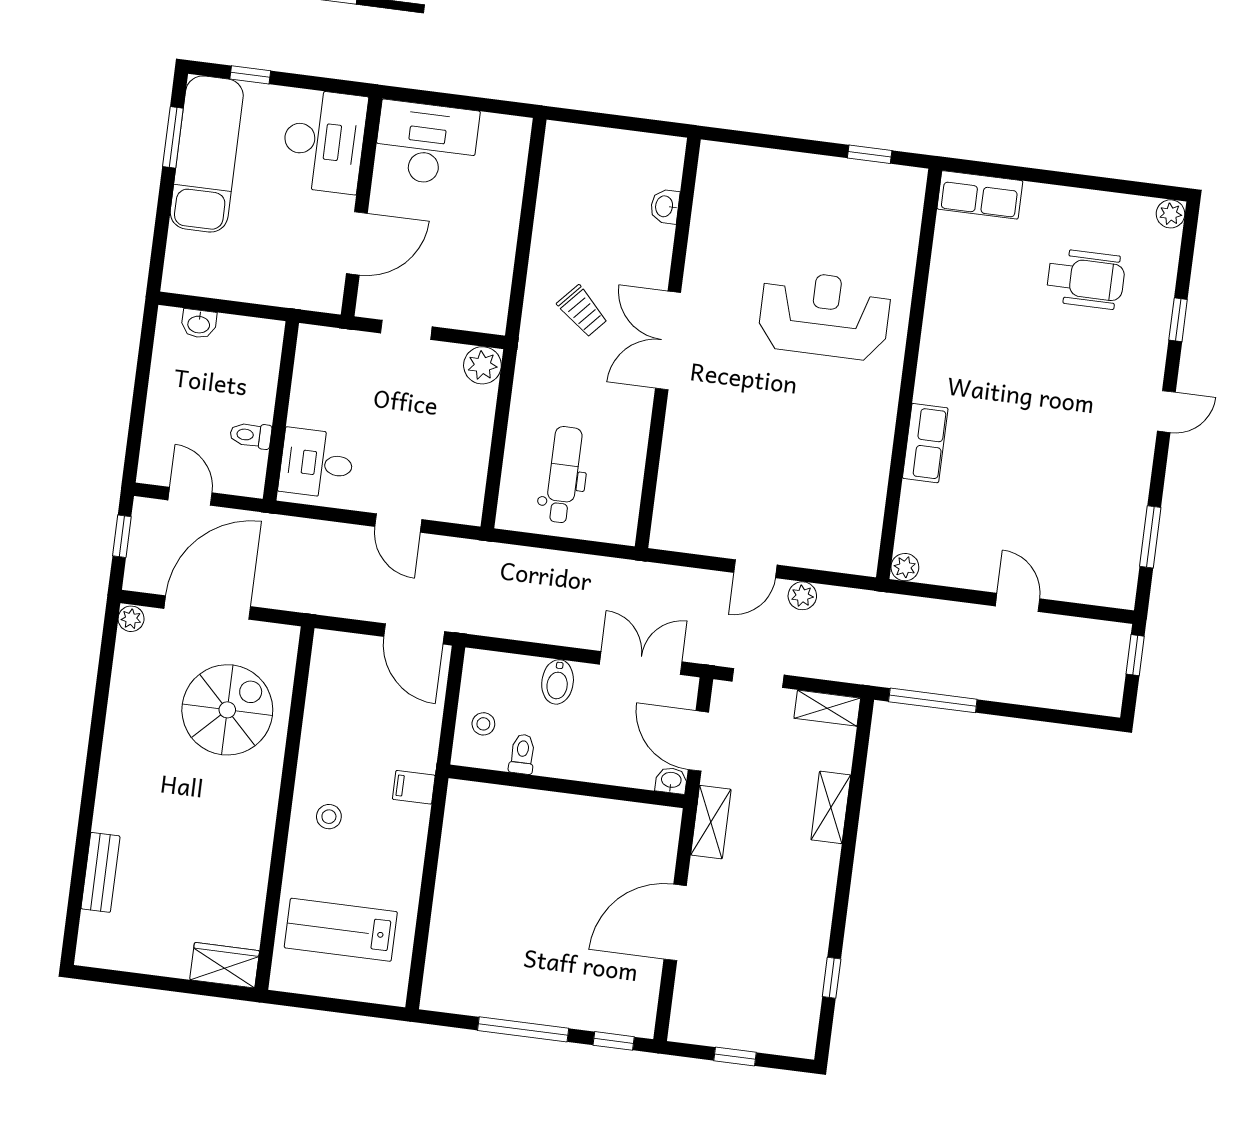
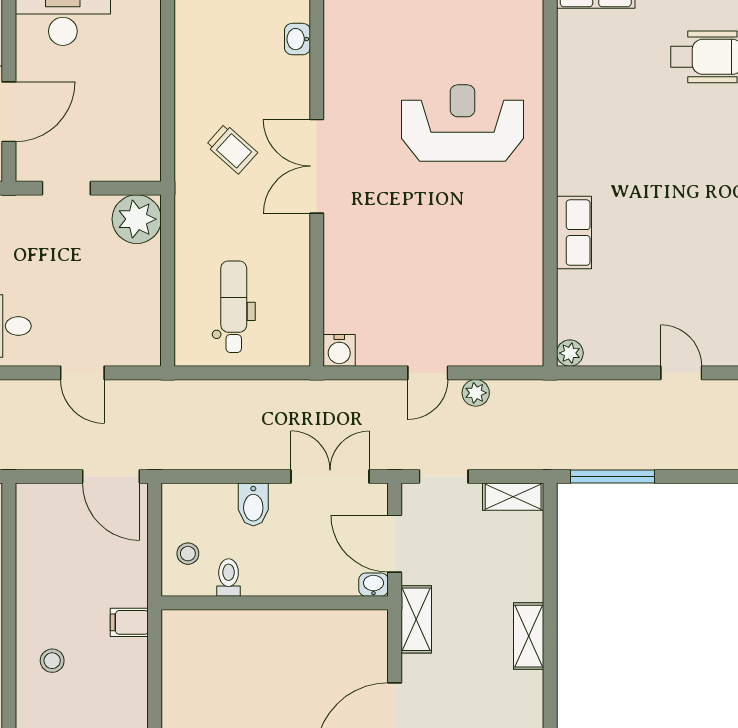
plant: (482, 365) -> (137, 219), width x1.36, depth x1.36
water cooler: (667, 534) -> (339, 350), added
shelving: (831, 807) -> (529, 636), moved

